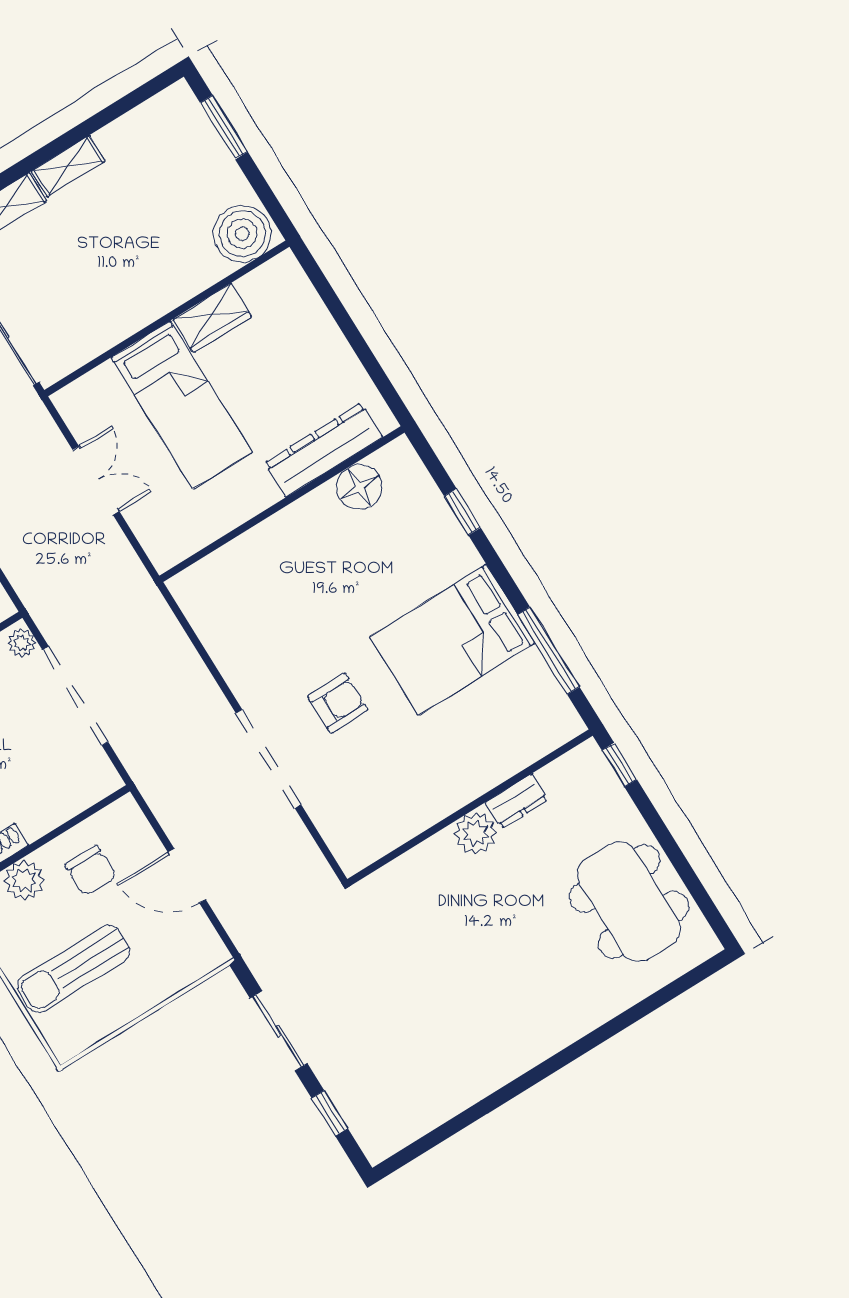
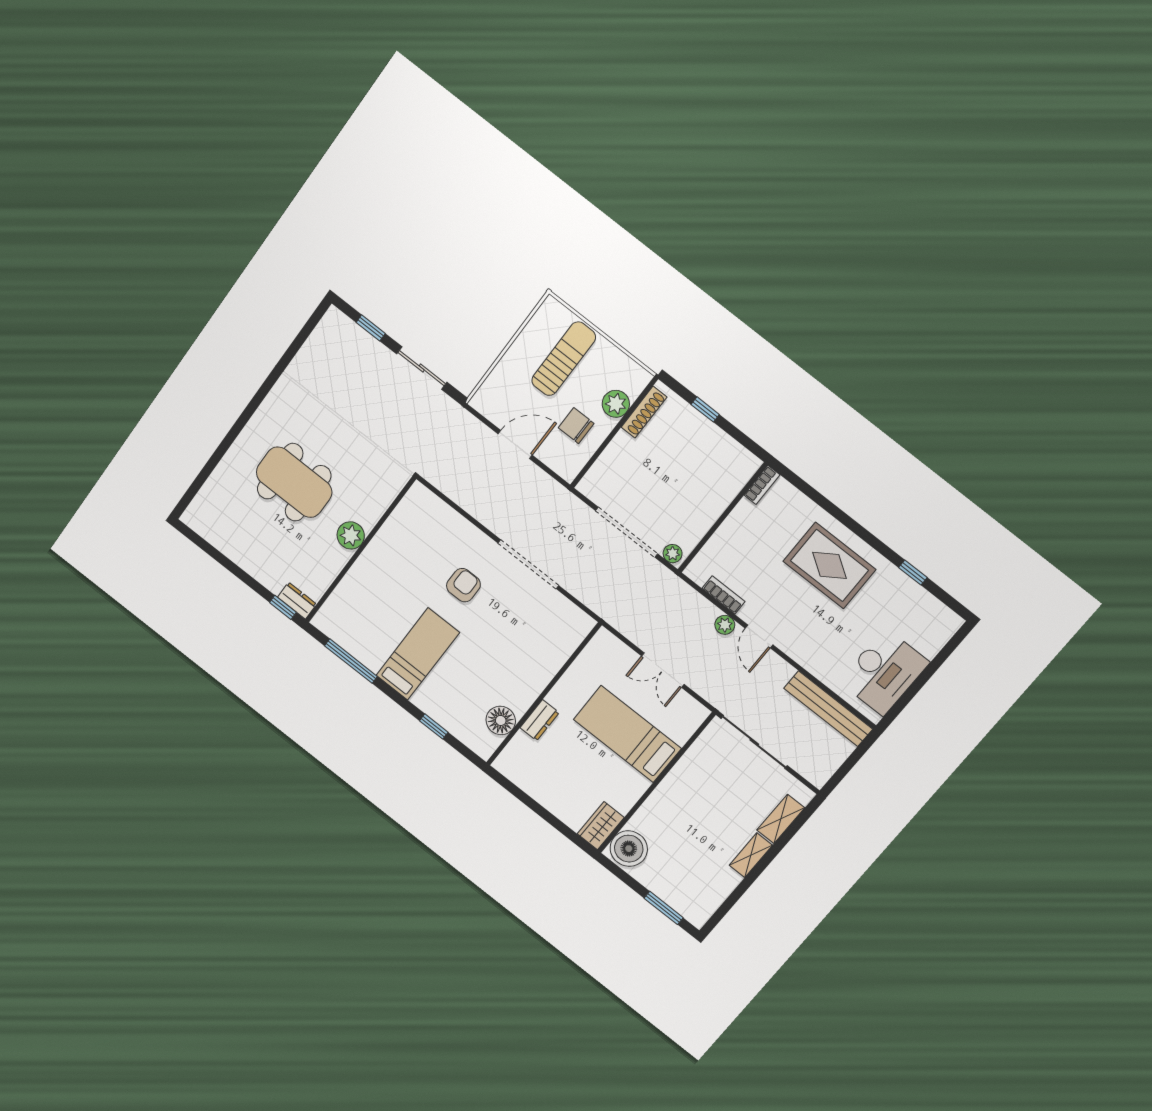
wardrobe: (212, 318) -> (601, 826), moved
dresser: (324, 450) -> (540, 720), width x0.51, depth x0.80
bed: (452, 640) -> (418, 654), width x0.67
armchair: (338, 703) -> (463, 585), turned 180
doorway: (269, 759) -> (528, 564), moved
dresser: (517, 801) -> (297, 601), moved, turned 90
dining table: (629, 902) -> (294, 482), moved

